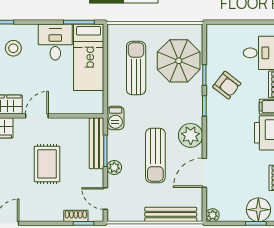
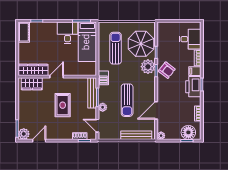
stool: (13, 48) -> (43, 36), removed
armchair: (227, 85) -> (167, 70), moved
plant: (191, 135) -> (148, 67), moved

